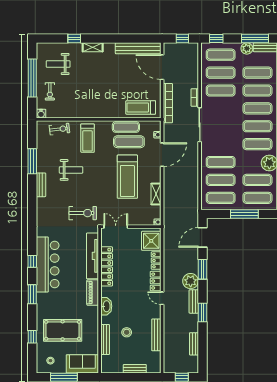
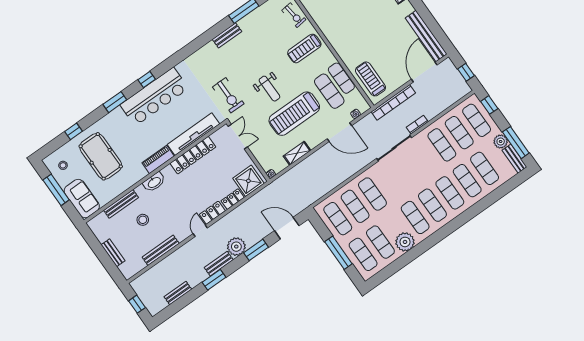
weight bench: (71, 170) -> (269, 89), moved

